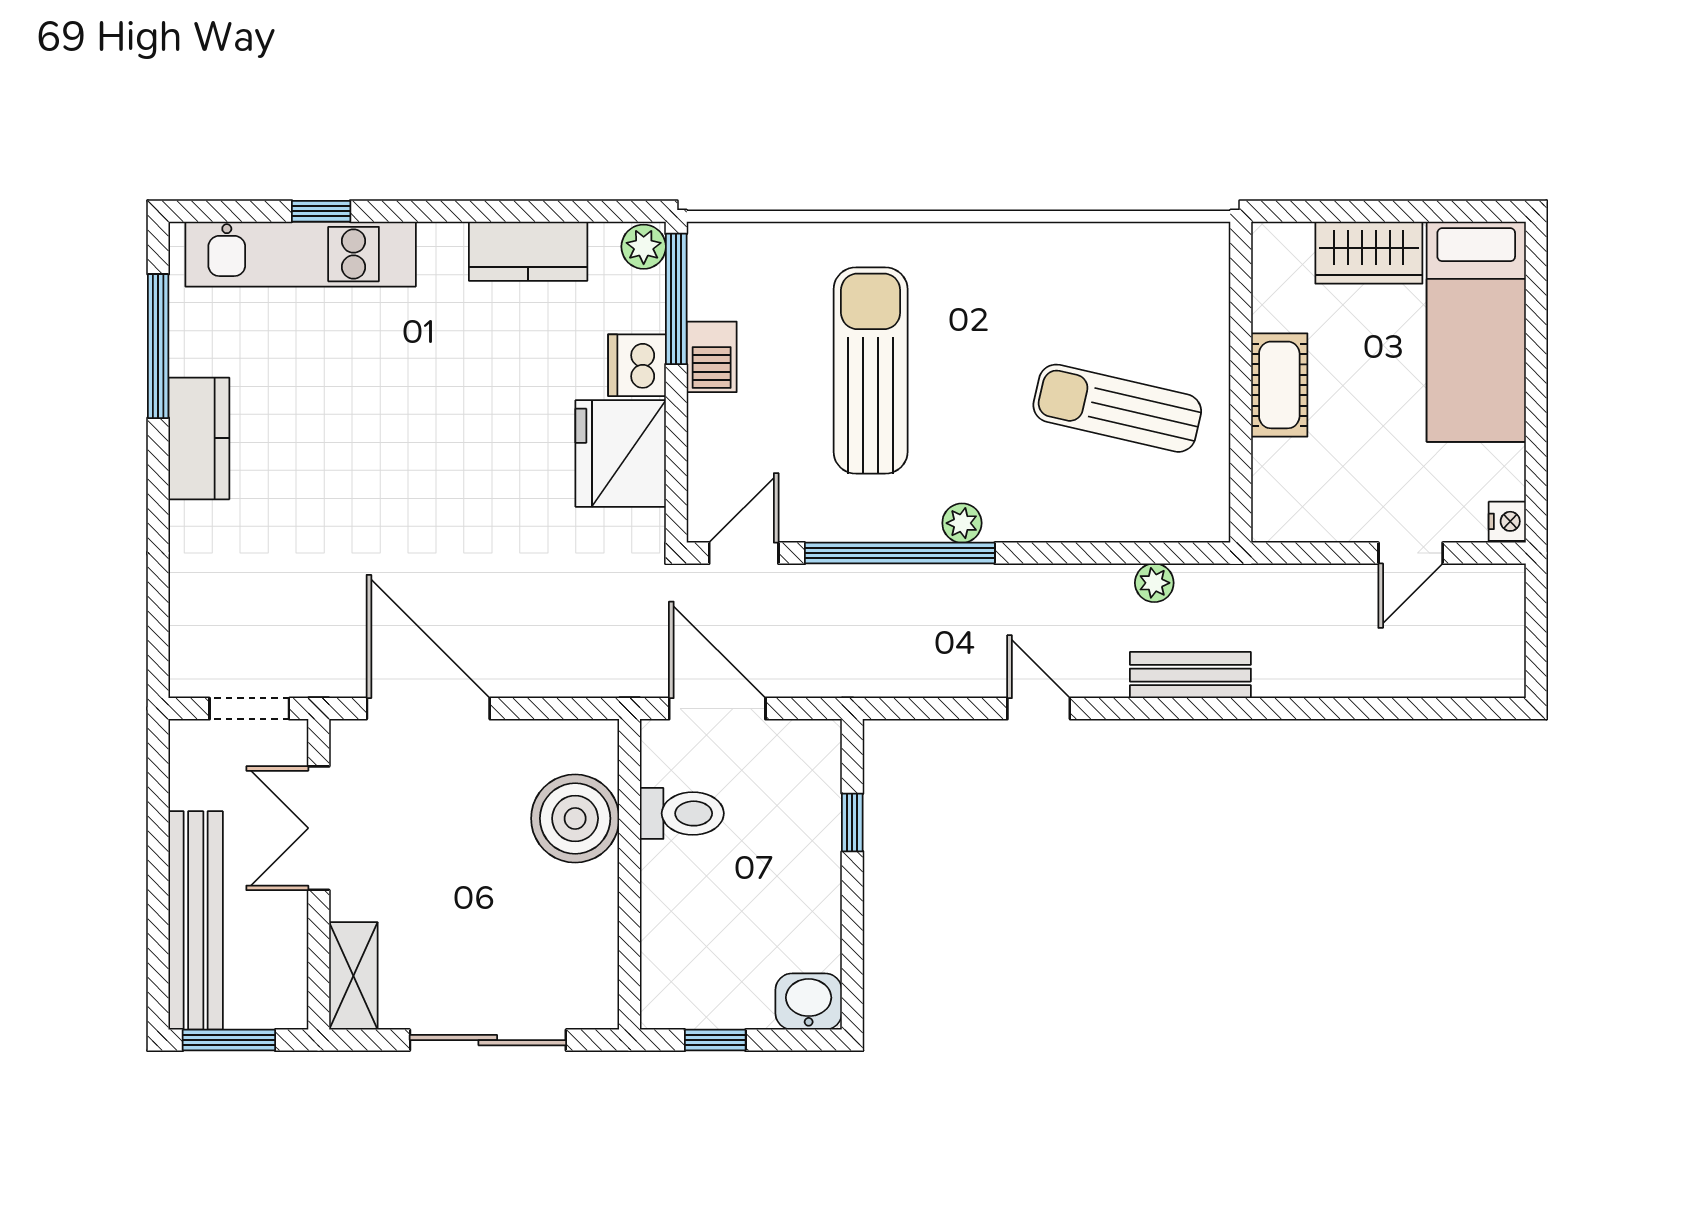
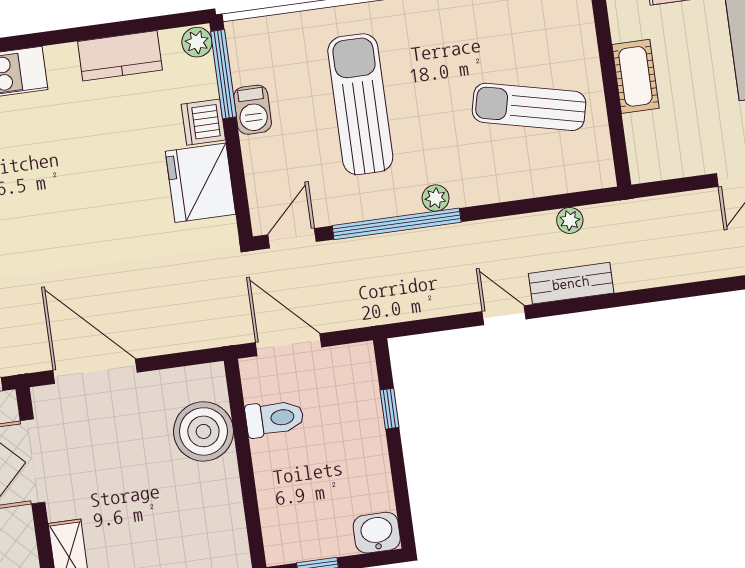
bench: (1190, 675) -> (571, 283), moved

